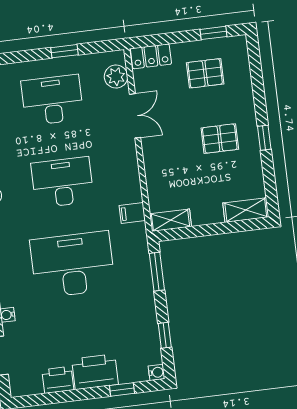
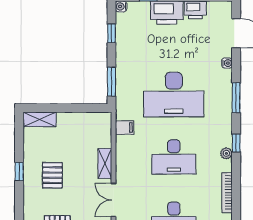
pallet: (220, 139) -> (52, 175), turned 90
shelving: (171, 220) -> (105, 163), moved, turned 90

